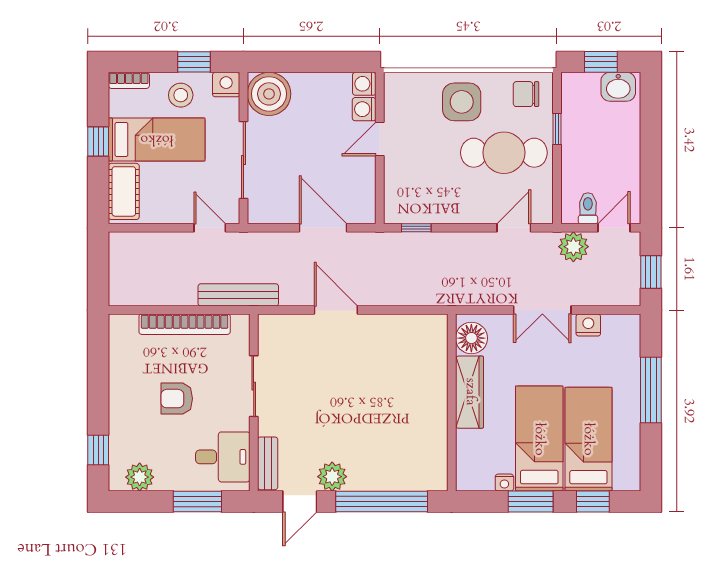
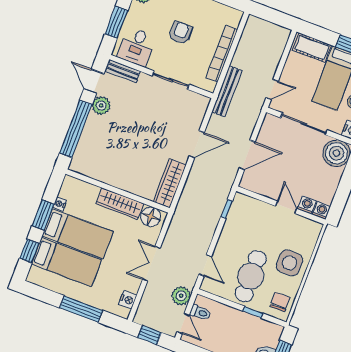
nightstand: (588, 325) -> (128, 300), moved
wardrobe: (410, 328) -> (170, 183), added

